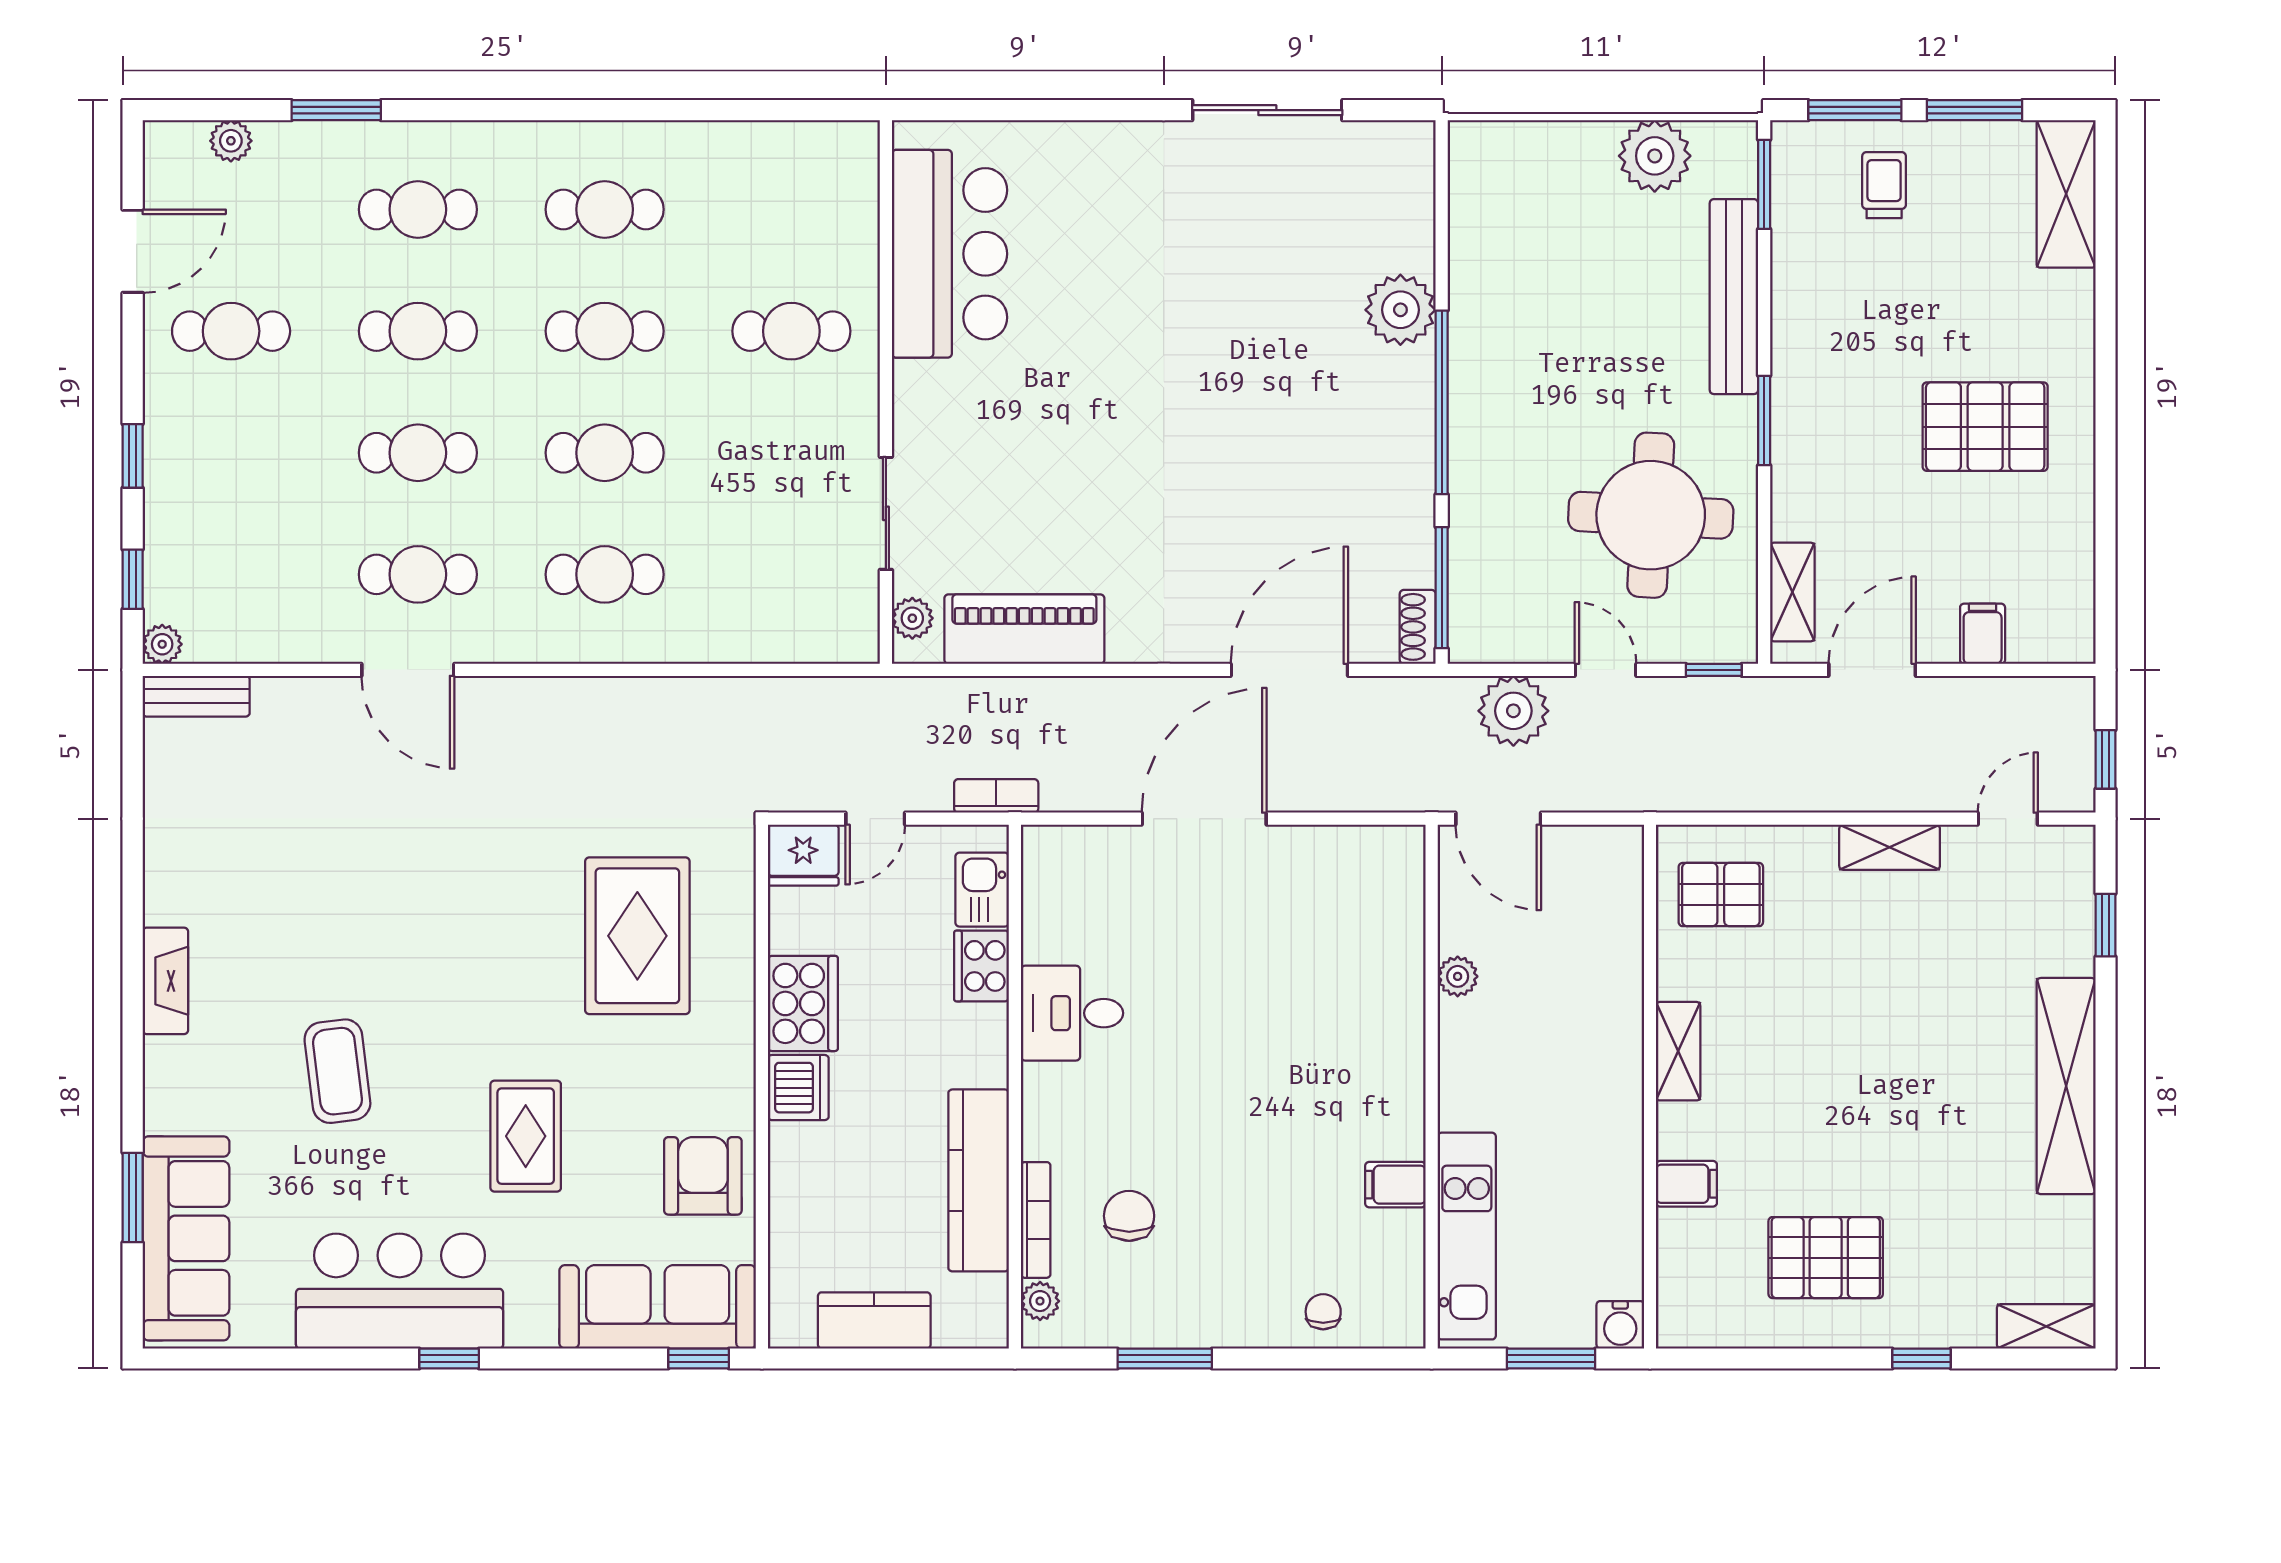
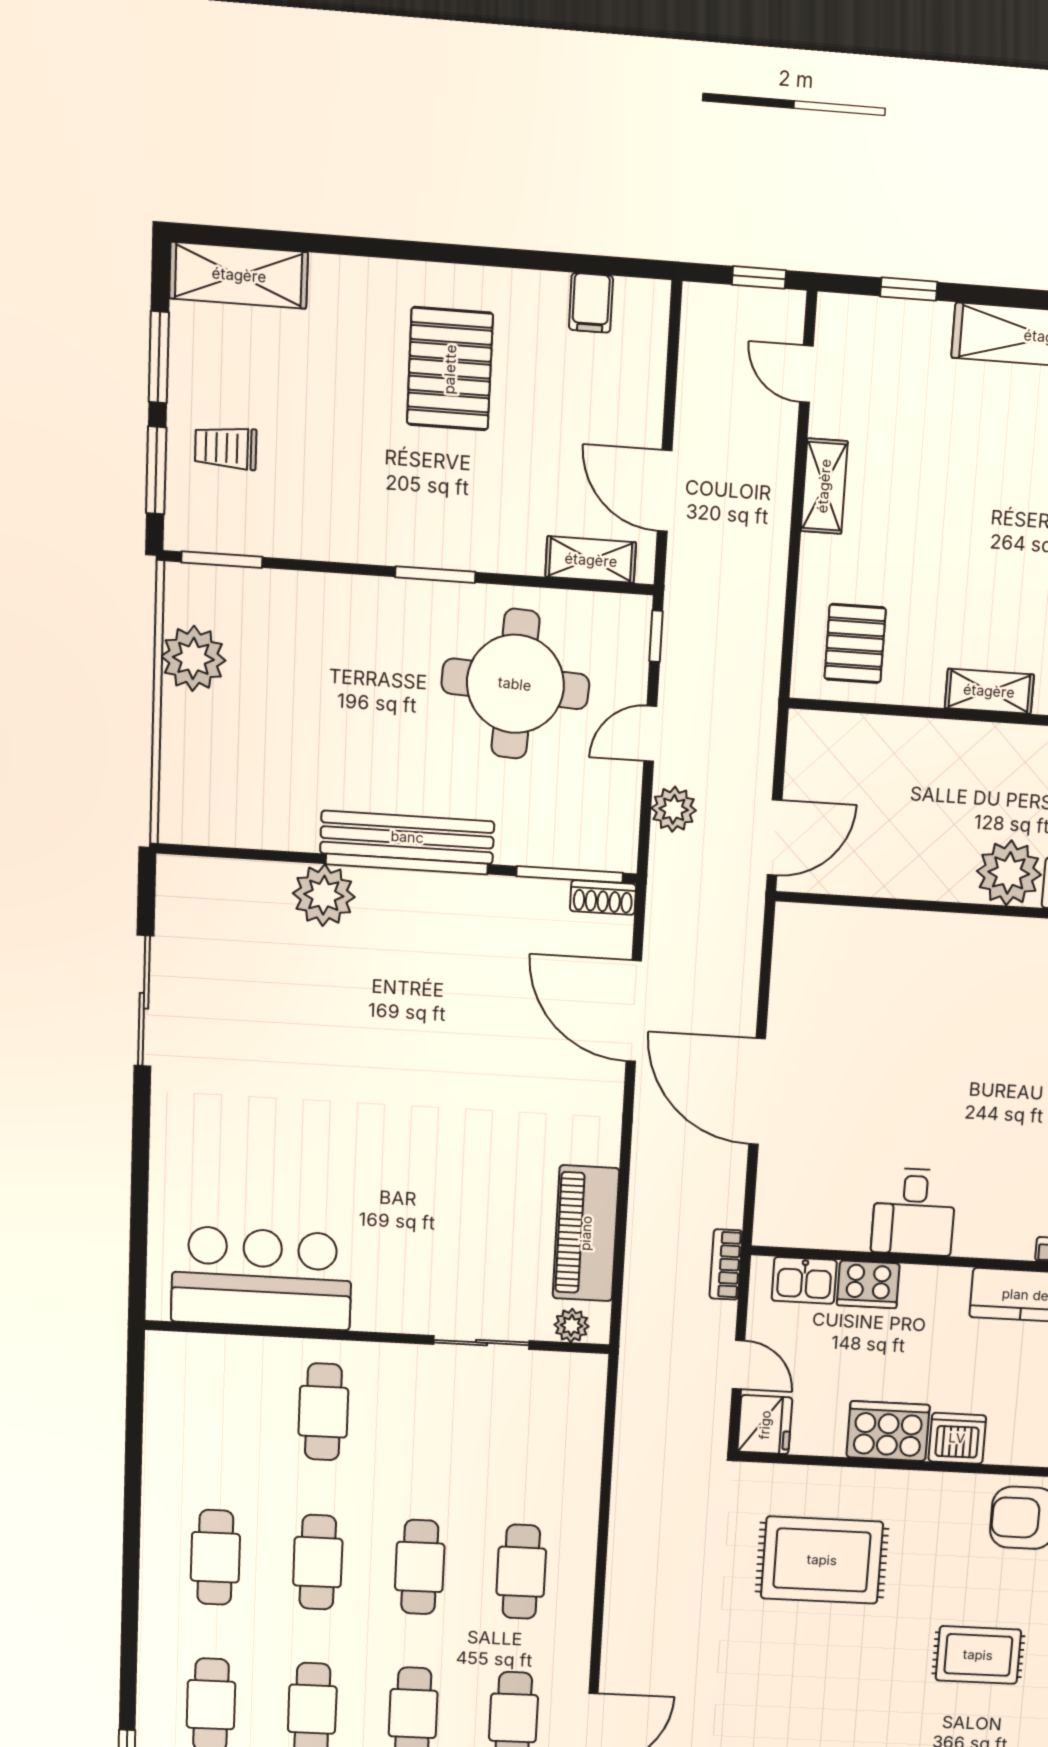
bench: (1734, 297) -> (407, 837), moved
filing cabinet: (1983, 634) -> (591, 303), moved, turned -90
plant: (1513, 711) -> (674, 809), width x0.73, depth x0.73
plant: (1458, 976) -> (1009, 873), moved, width x1.88, depth x1.88

